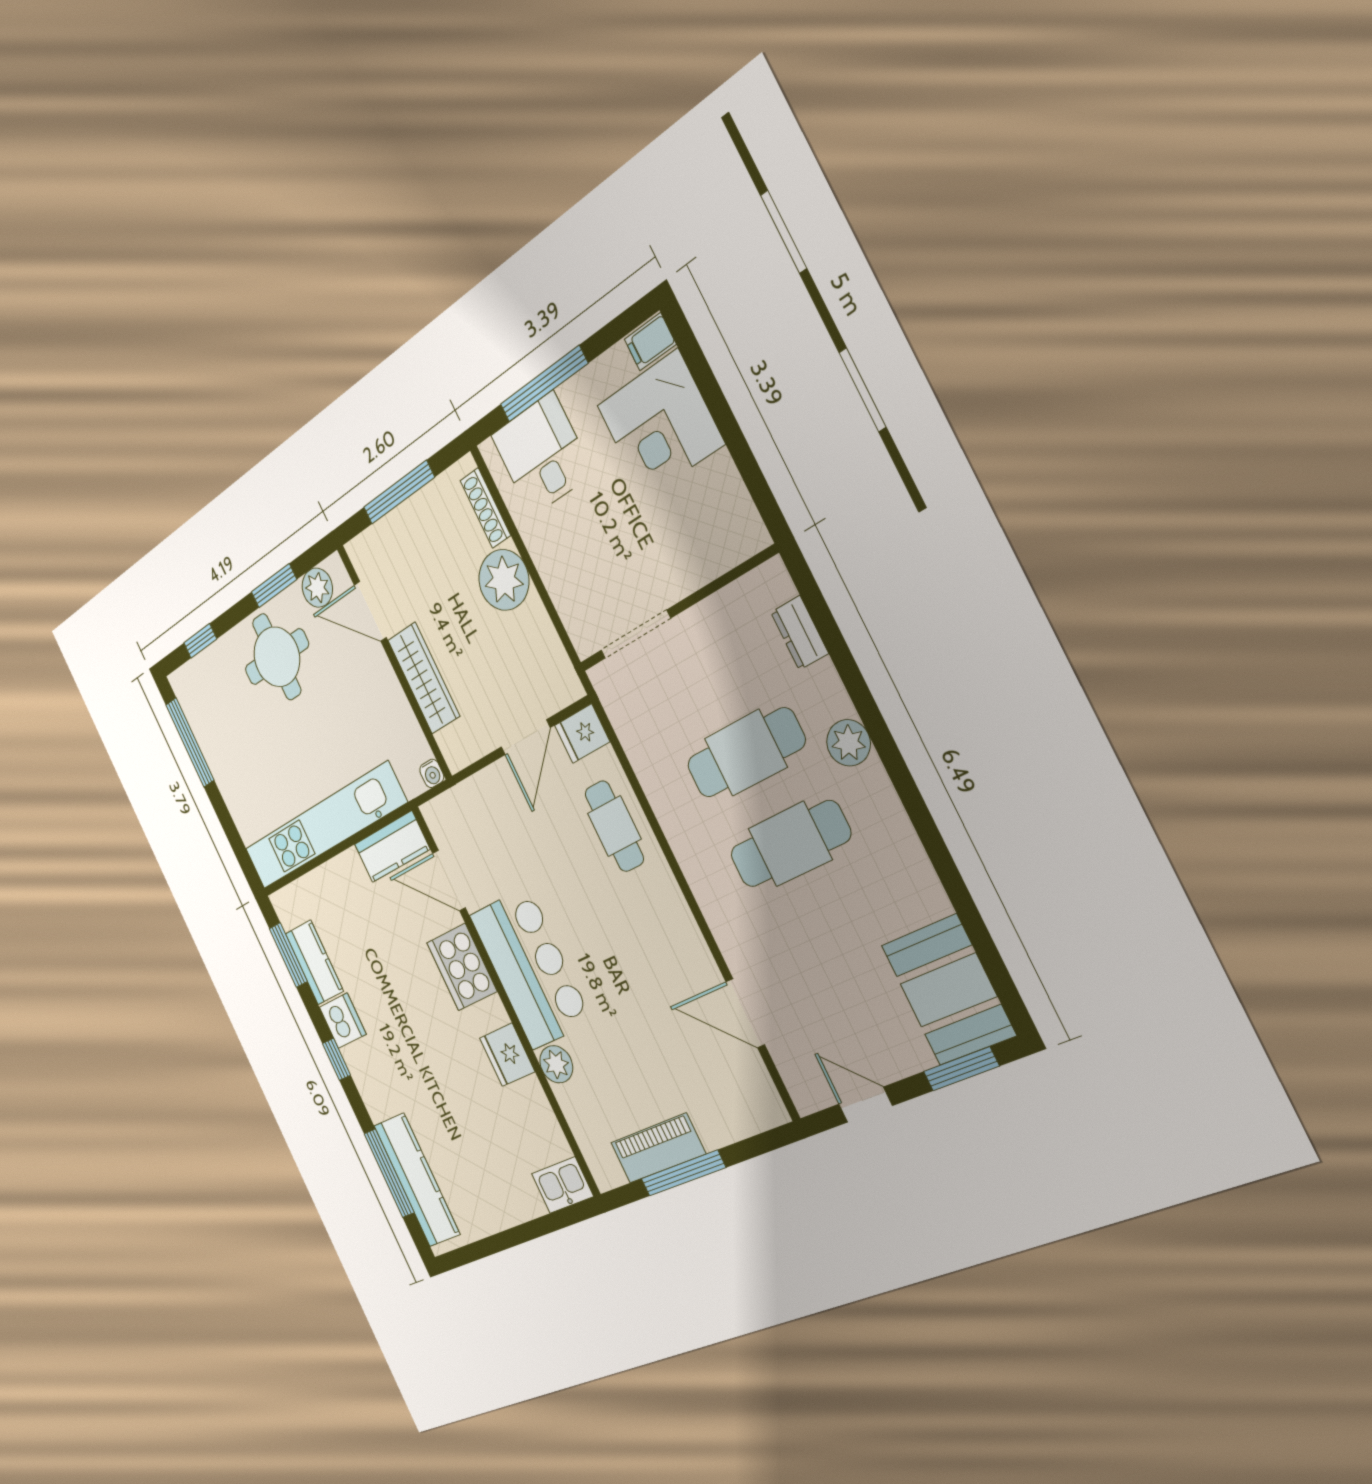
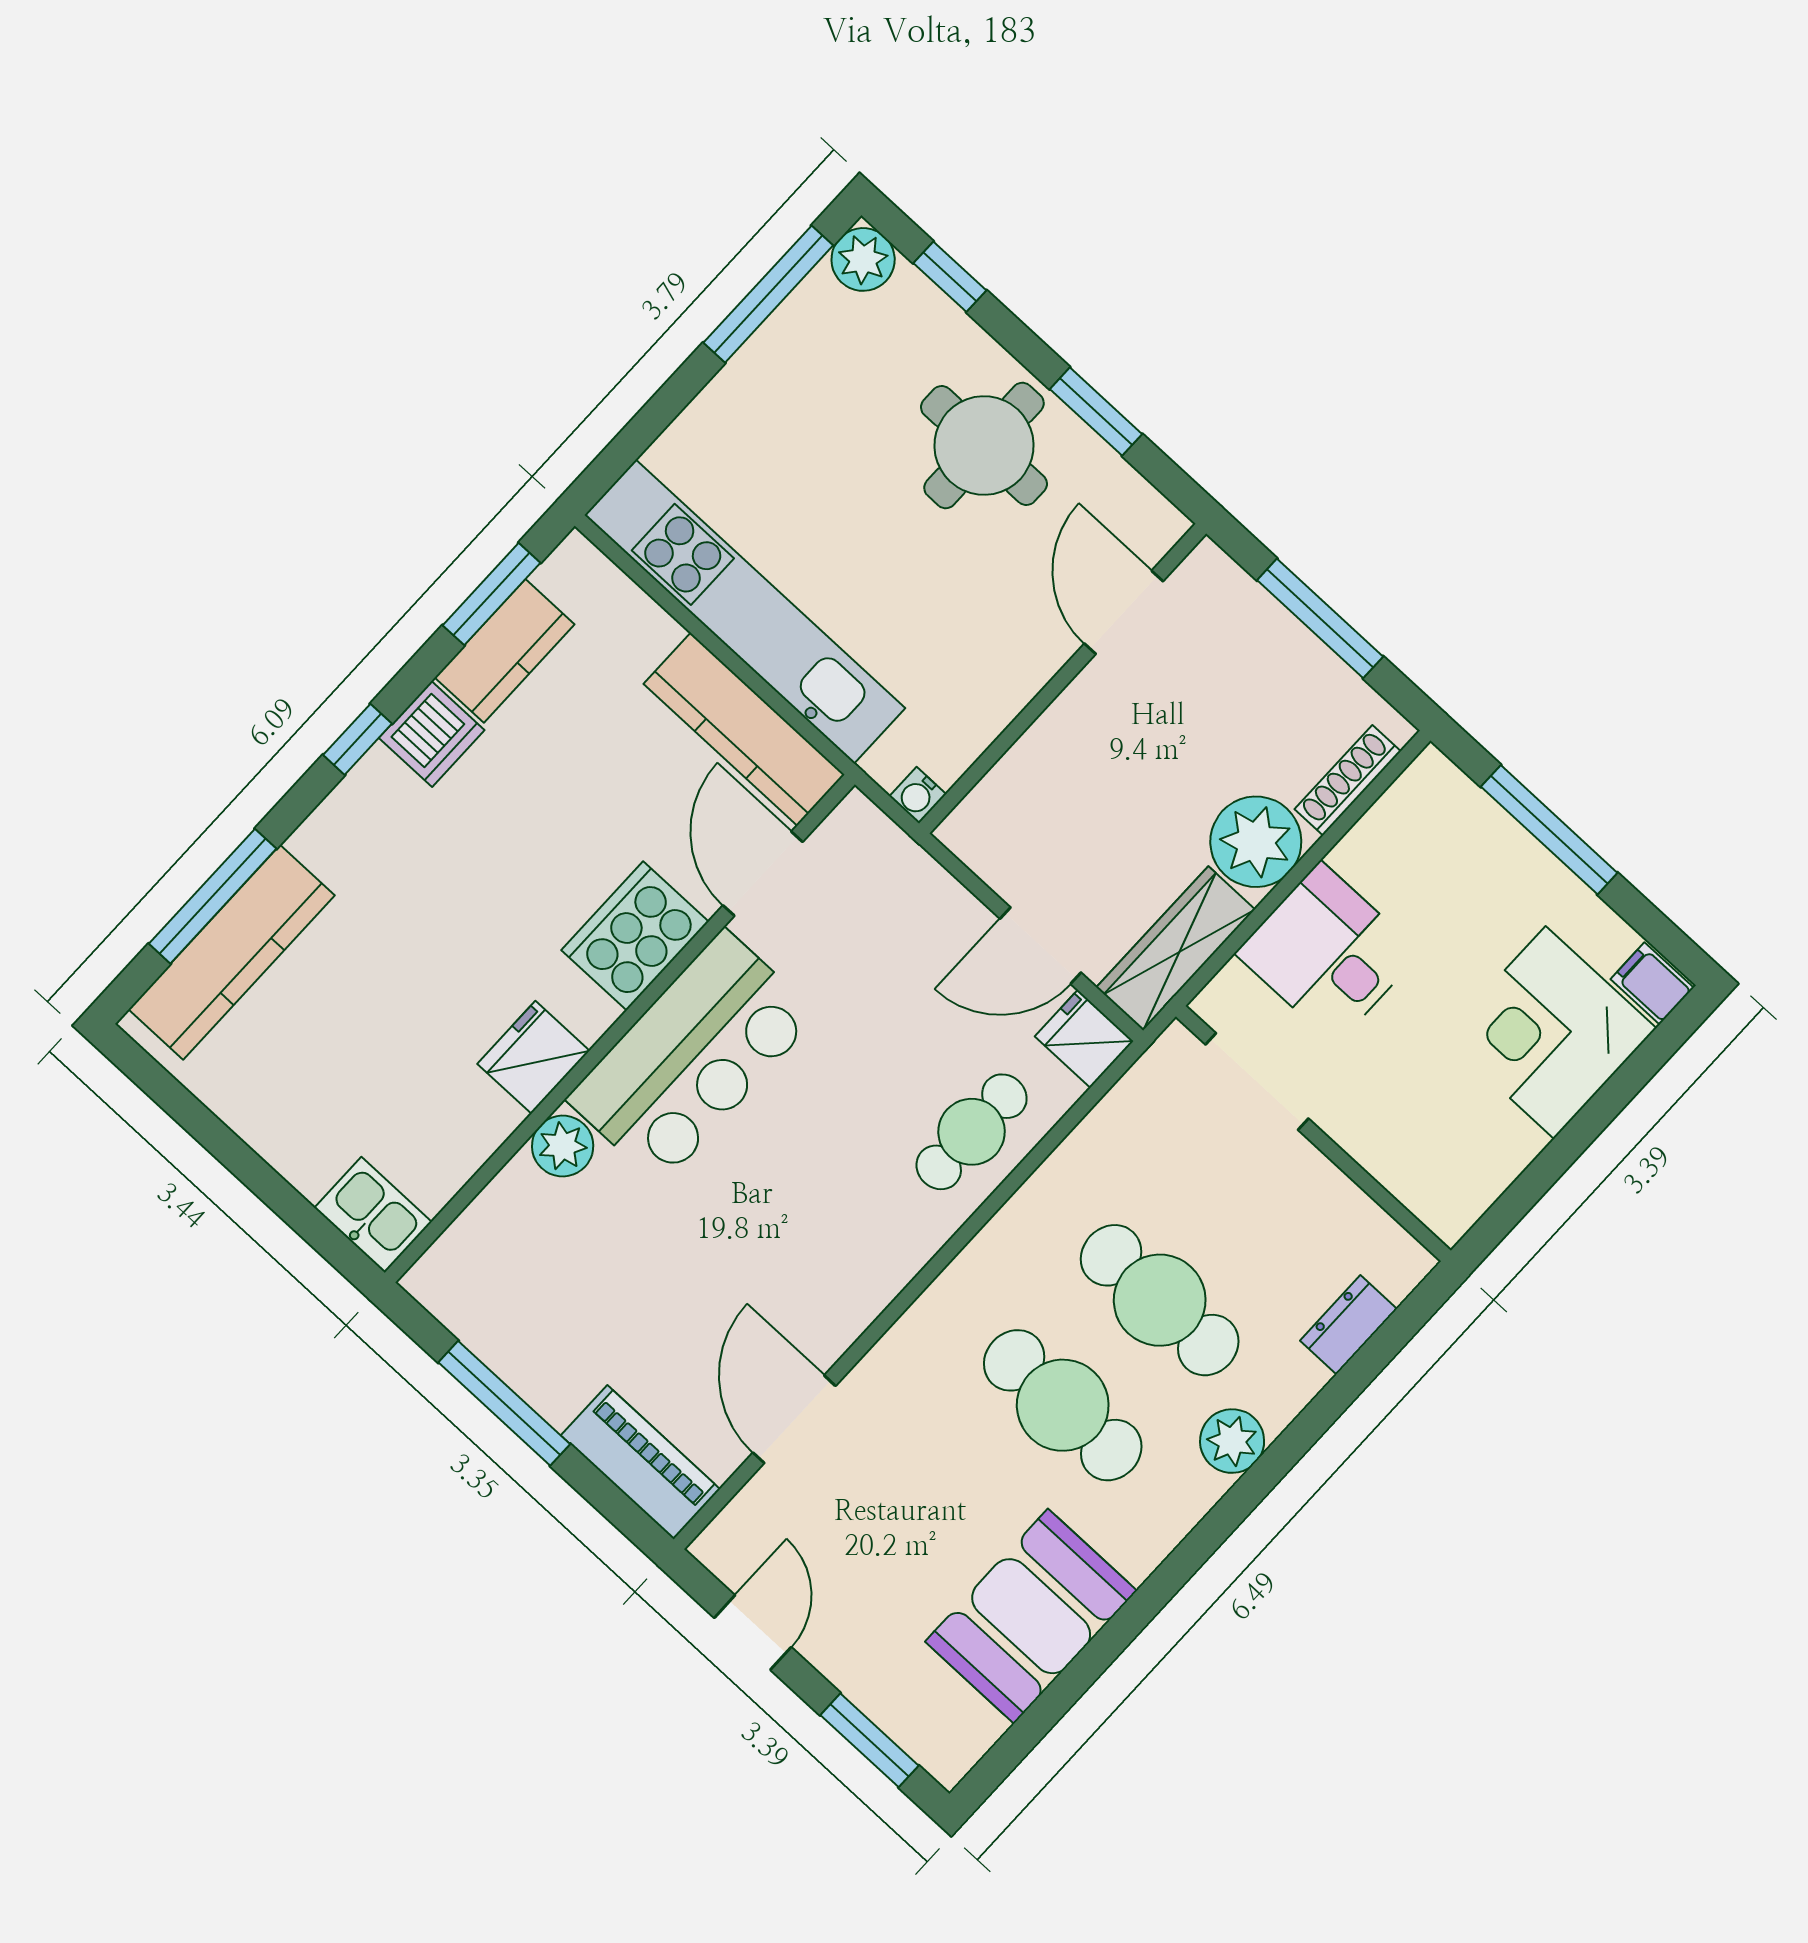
desk: (542, 454) -> (1328, 953), moved, turned -90
plant: (317, 588) -> (863, 259), moved
wardrobe: (424, 678) -> (1176, 948), moved, turned 180
kitchen counter: (392, 847) -> (744, 729), width x1.50
booth: (948, 990) -> (1031, 1616), moved
piano: (658, 1148) -> (640, 1462), moved

